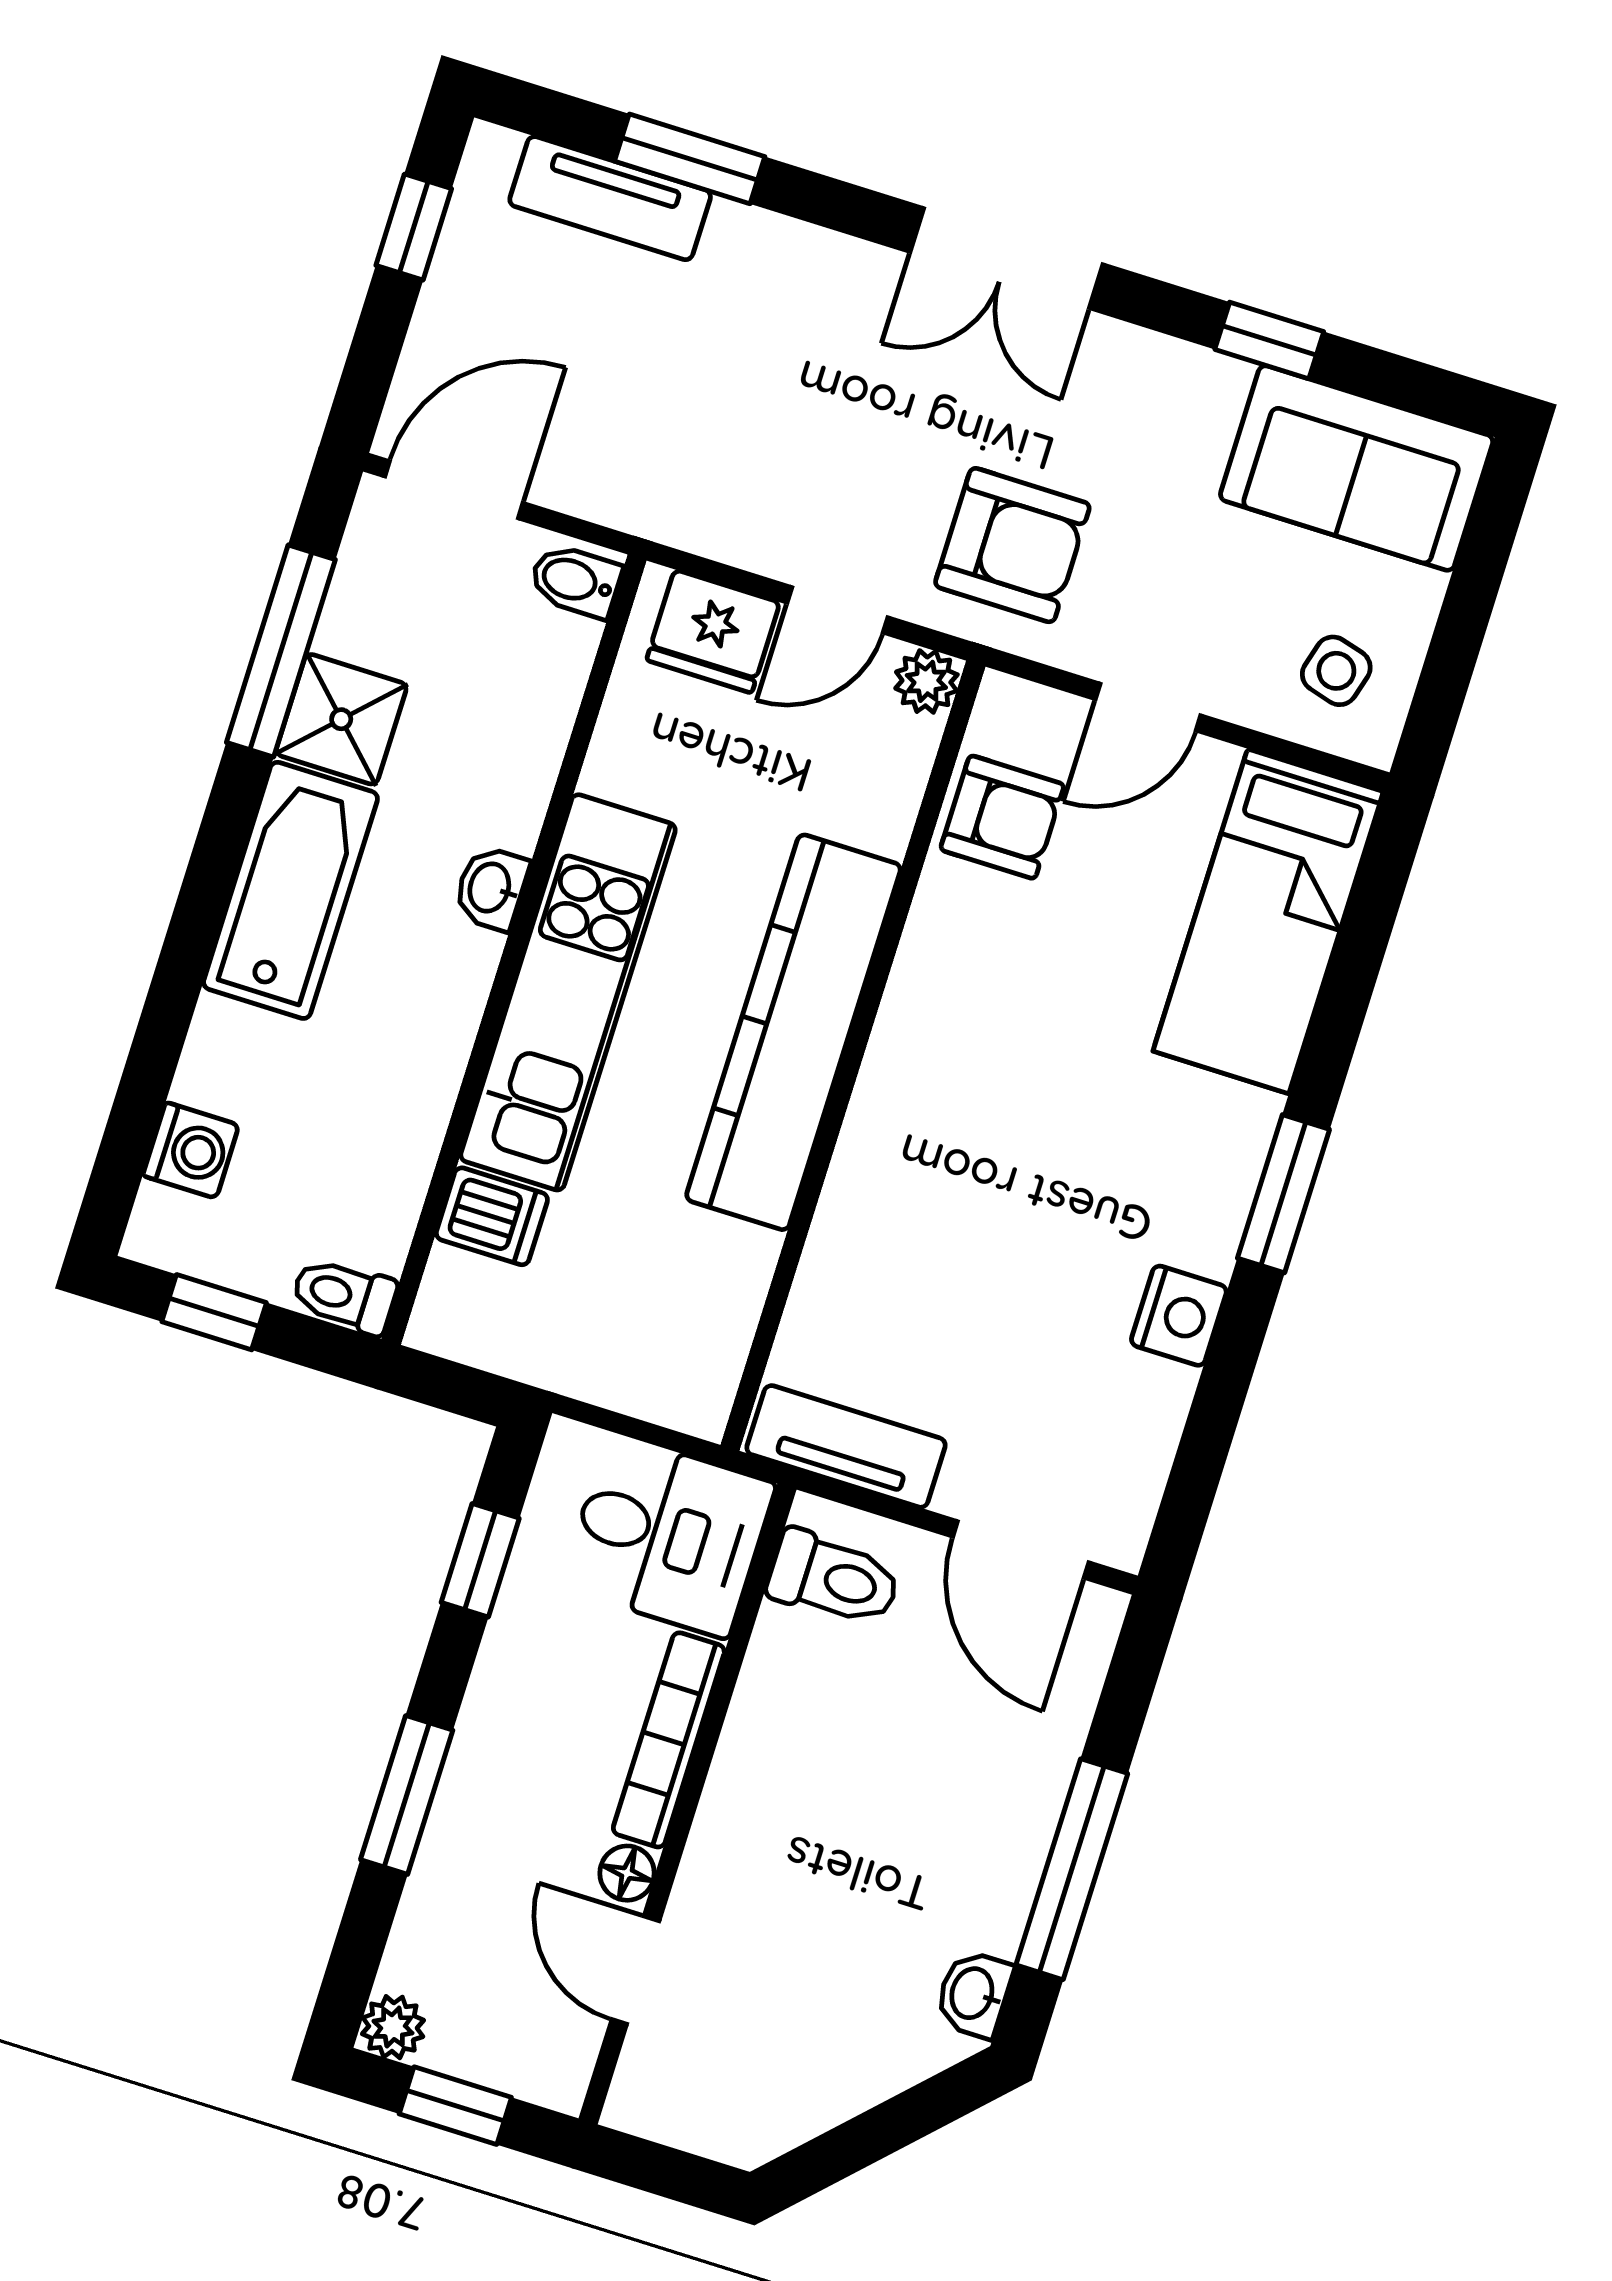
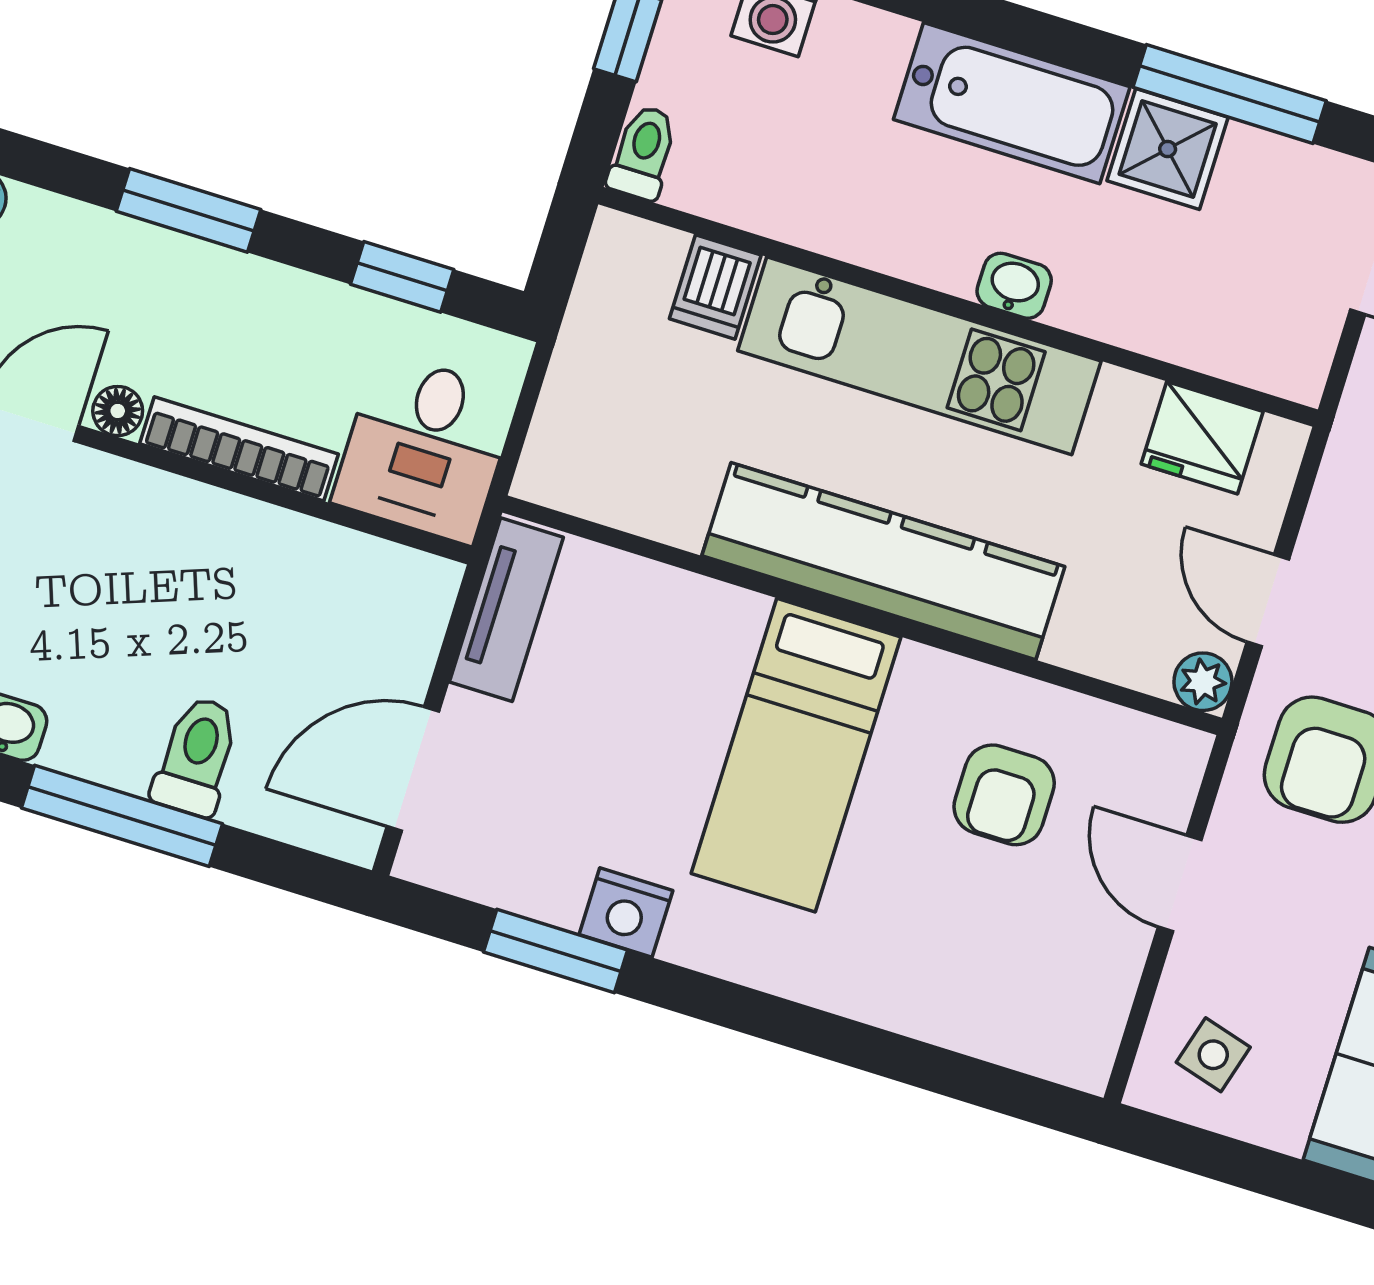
bidet: (575, 581) -> (1294, 362), removed
fridge: (713, 631) -> (1202, 438), moved, turned -90
armchair: (1002, 817) -> (1004, 795), moved
bed: (1268, 921) -> (796, 755), moved, turned -90
window: (1283, 1194) -> (556, 951), moved
toilet: (834, 1579) -> (196, 756), moved, turned 180

